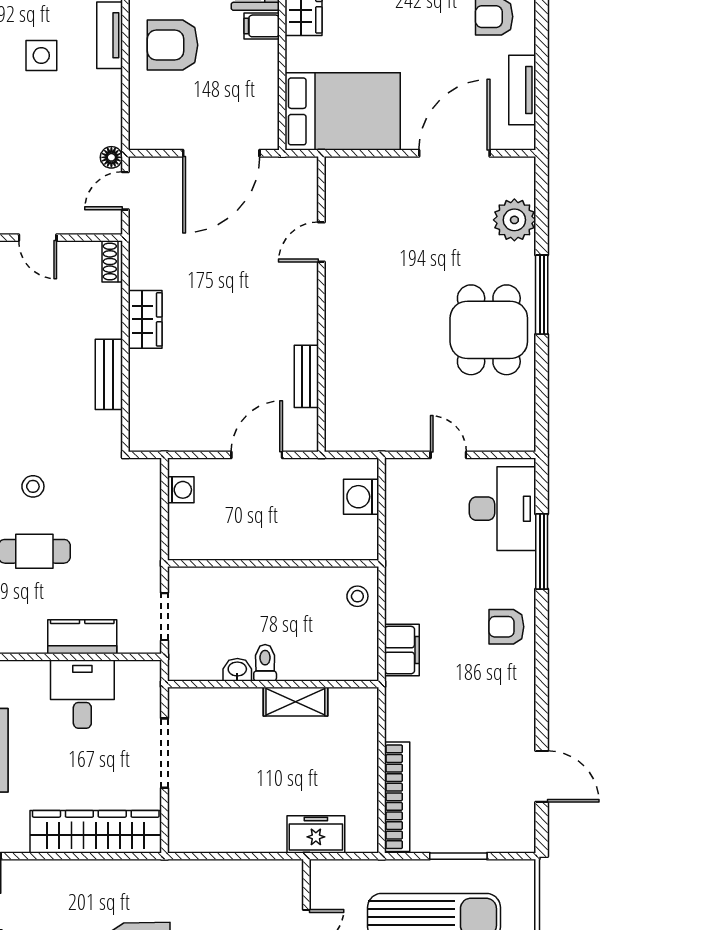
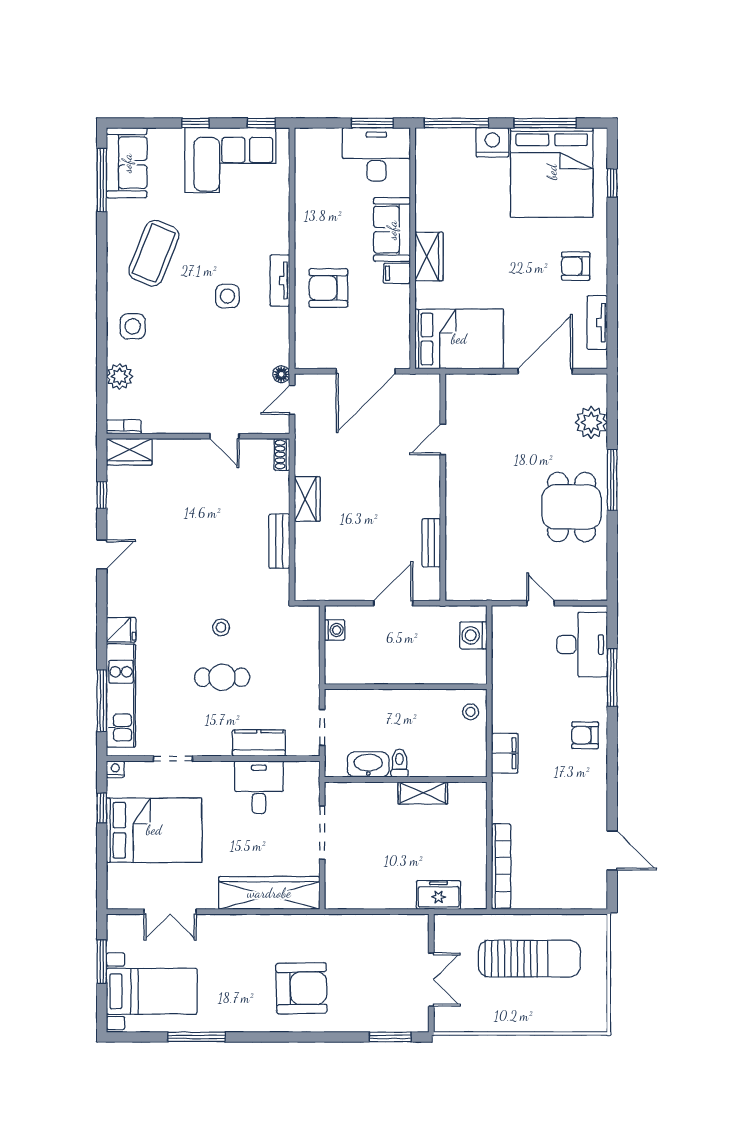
washbasin: (237, 670) -> (368, 764), width x1.91, depth x1.45
window: (458, 856) -> (548, 912), removed

